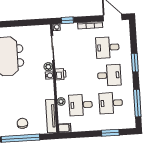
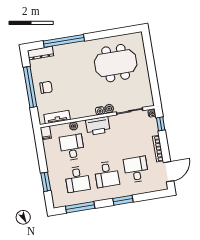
printer: (61, 74) -> (98, 126), width x1.87, depth x1.48
desk: (111, 103) -> (77, 179), turned 180
tv unit: (51, 116) -> (57, 117), width x0.71

